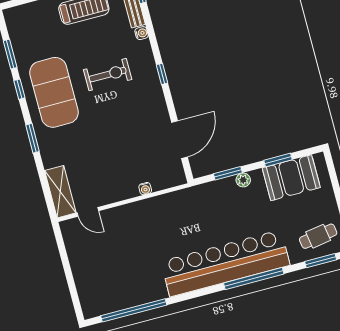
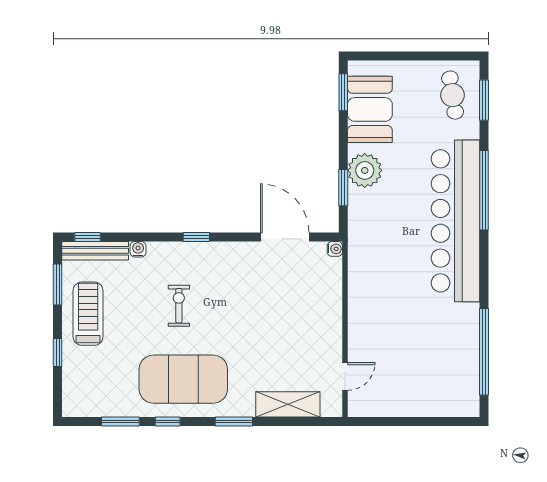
exercise bike: (108, 75) -> (179, 306), width x0.73, depth x0.72
window: (278, 160) -> (343, 92), moved
plant: (243, 180) -> (365, 170), width x1.88, depth x1.88
water cooler: (145, 189) -> (335, 249), moved
shelving: (60, 192) -> (288, 404), moved

